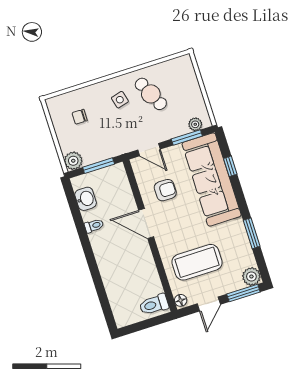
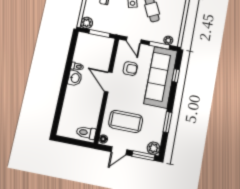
washbasin: (86, 199) -> (75, 78), moved

